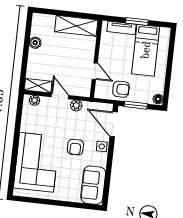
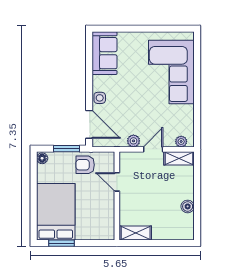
window: (137, 21) -> (61, 243), moved
shelving: (76, 26) -> (136, 233), width x0.67, depth x0.75
tv unit: (121, 28) -> (92, 234), removed
bed: (146, 50) -> (56, 212), width x1.50
door: (60, 96) -> (153, 149), swing flipped
armchair: (75, 147) -> (129, 94), removed

